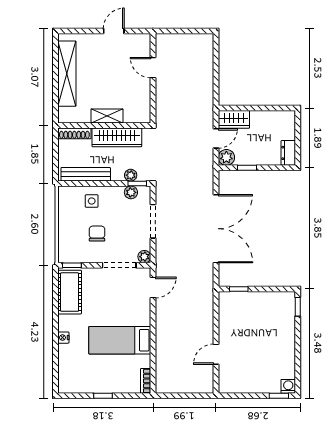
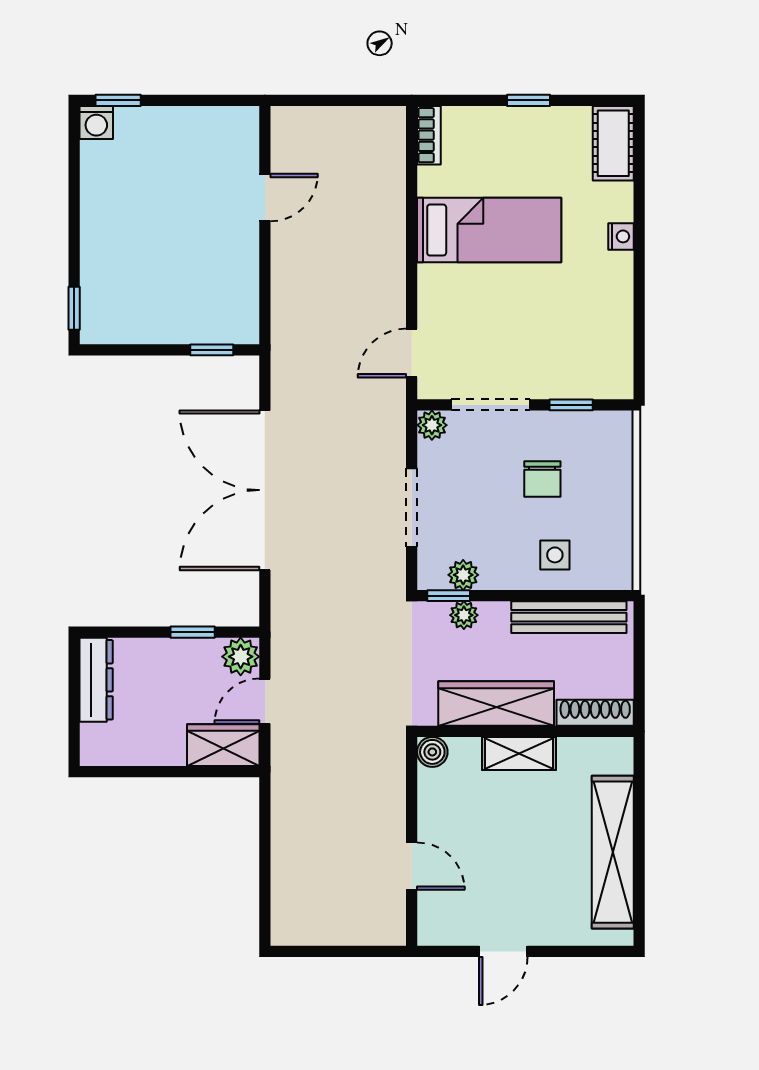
boiler: (144, 117) -> (432, 752), added
dresser: (288, 153) -> (96, 680), width x1.44
window: (72, 265) -> (571, 405), moved
cot: (70, 292) -> (613, 143), moved, width x0.73, depth x0.75

